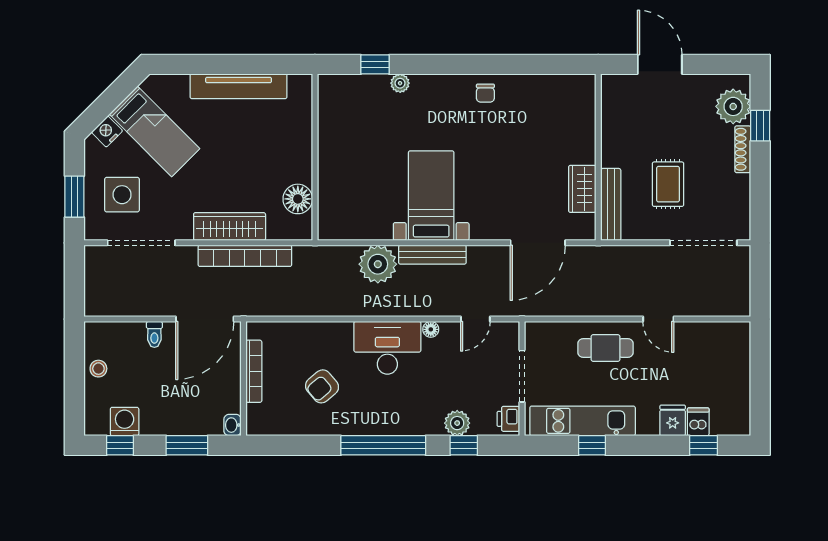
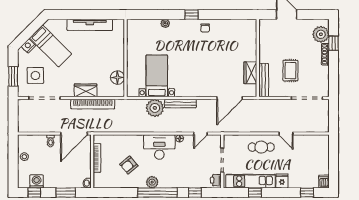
window: (375, 64) -> (192, 15), moved
bed with nightstands: (431, 196) -> (157, 76), moved
wardrobe: (230, 227) -> (86, 90), width x0.67
fridge: (673, 420) -> (282, 181), moved
dishwasher: (698, 422) -> (324, 182), moved
plant: (457, 423) -> (152, 182), moved

